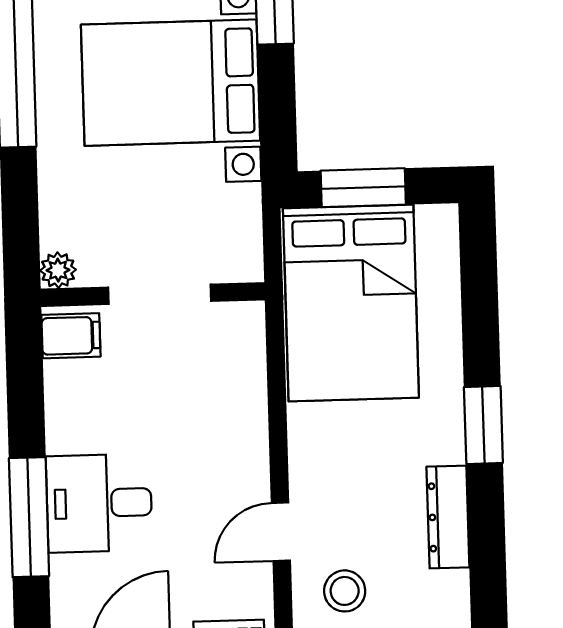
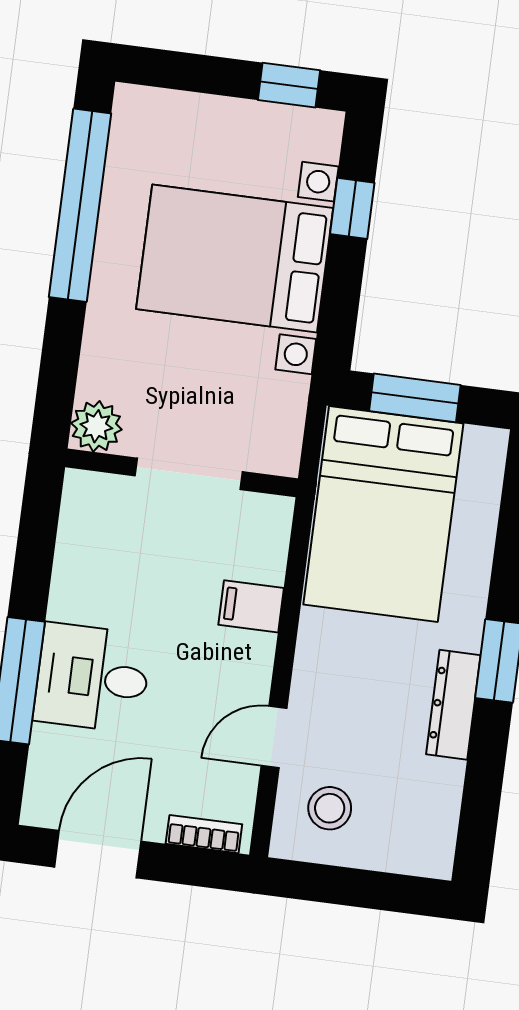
plant: (58, 270) -> (96, 426), width x1.38, depth x1.38
filing cabinet: (71, 336) -> (251, 606), moved, turned 180
dresser: (448, 517) -> (453, 705), moved

